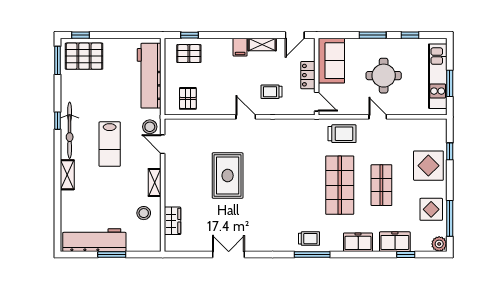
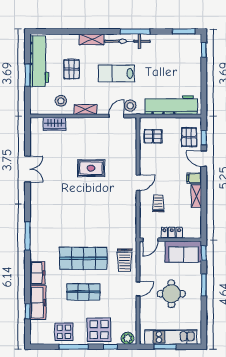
door: (295, 35) -> (204, 159), moved
window: (410, 35) -> (204, 253), moved
pallet: (84, 56) -> (72, 69), moved, width x0.67, depth x0.71
window: (57, 121) -> (135, 31), width x2.17
rug: (228, 176) -> (91, 168), width x0.73, depth x0.70
window: (450, 218) -> (74, 347), moved
trolley: (309, 239) -> (40, 234), removed
freezer: (395, 242) -> (38, 303), width x1.40
plant: (439, 244) -> (128, 338), moved

